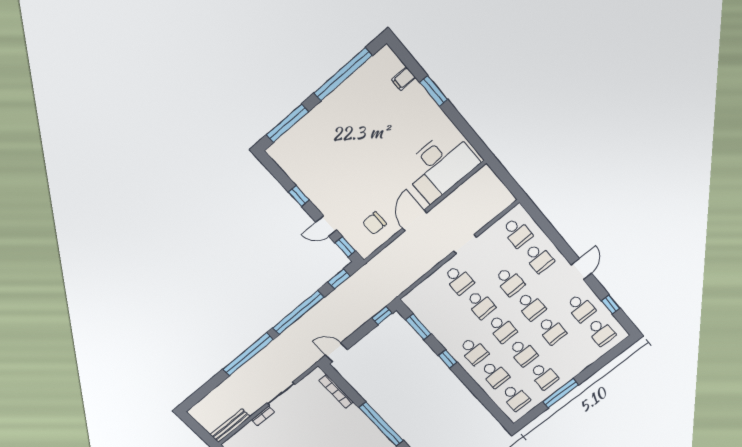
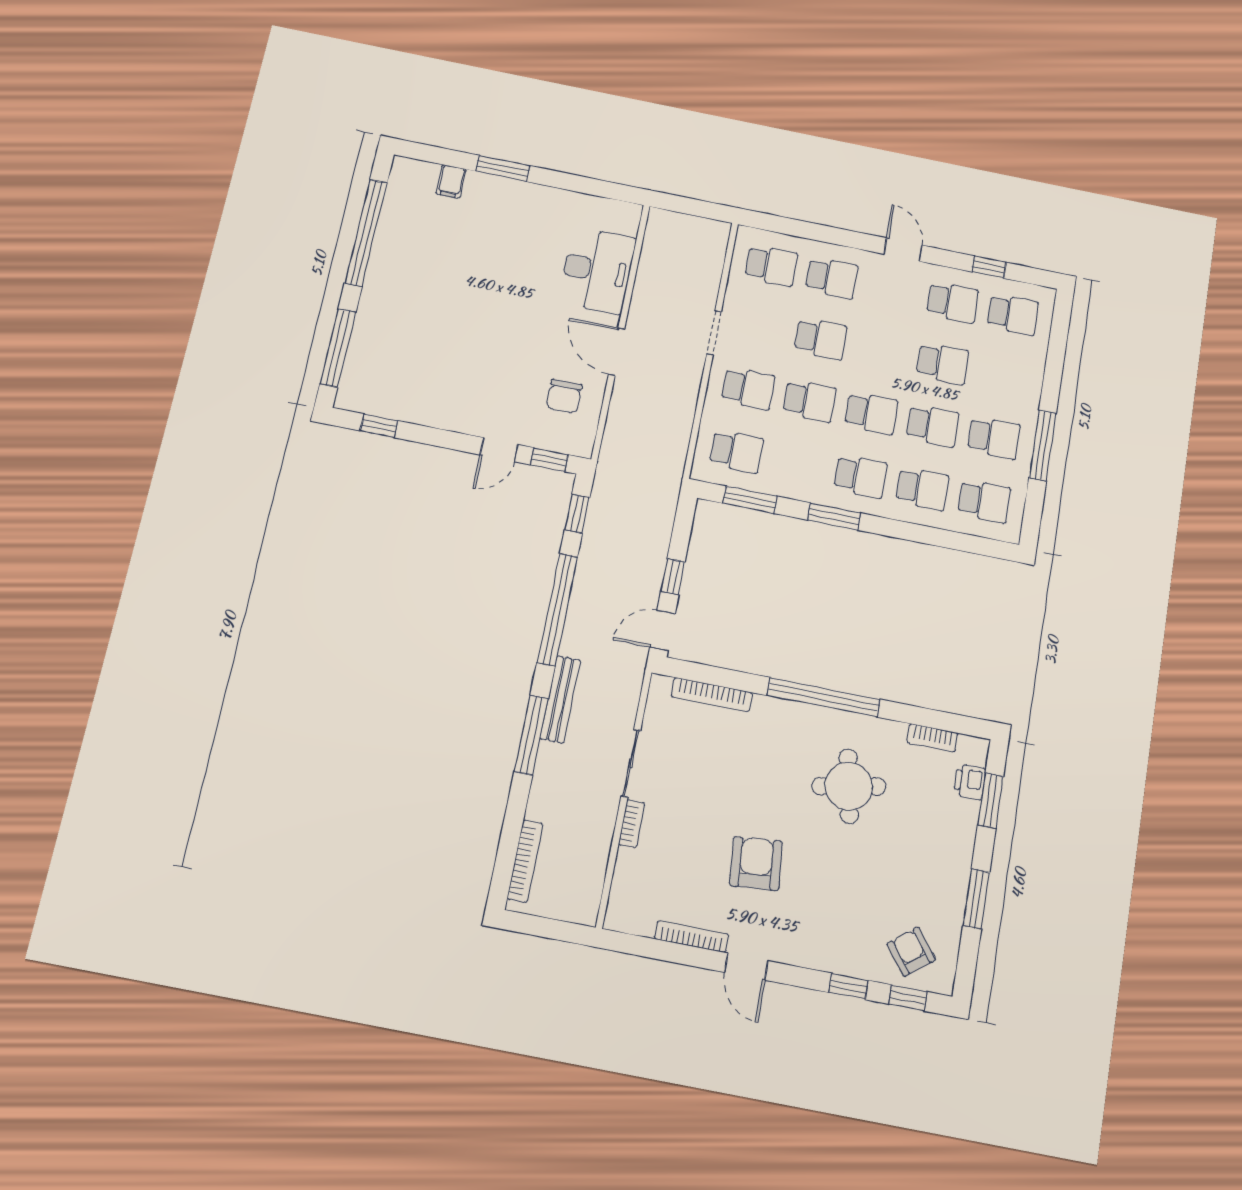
desk: (440, 166) -> (597, 270), width x0.73, depth x0.77
window: (299, 196) -> (379, 426), moved
school desk: (531, 306) -> (736, 452), moved
window: (382, 316) -> (673, 577), moved
window: (248, 354) -> (531, 735), width x0.68
window: (448, 359) -> (834, 517), width x1.50
bookcase: (208, 400) -> (525, 861), added
bench: (230, 426) -> (560, 699), moved

